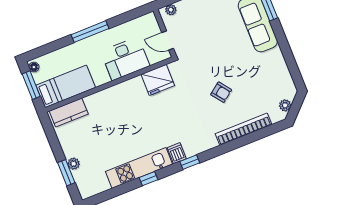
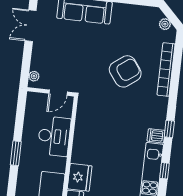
window: (90, 32) -> (16, 153), width x0.69
fridge: (158, 80) -> (80, 177), moved
armchair: (221, 92) -> (125, 71), width x1.88, depth x1.88

